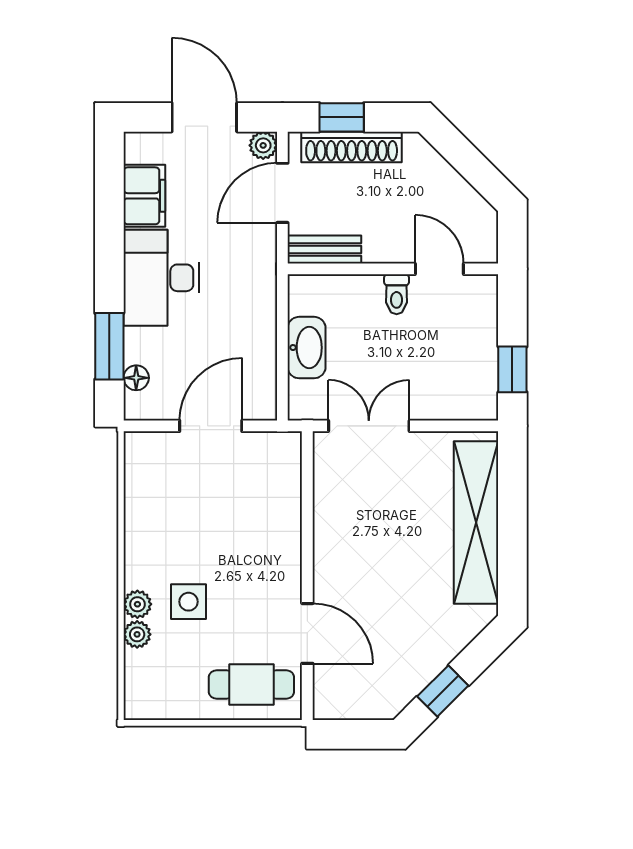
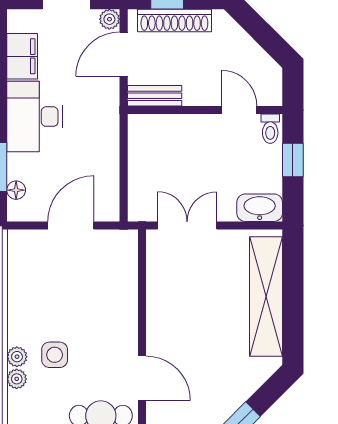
toilet: (397, 294) -> (270, 129), moved
washbasin: (307, 348) -> (260, 208), moved, turned -90
window: (512, 369) -> (293, 160), moved

